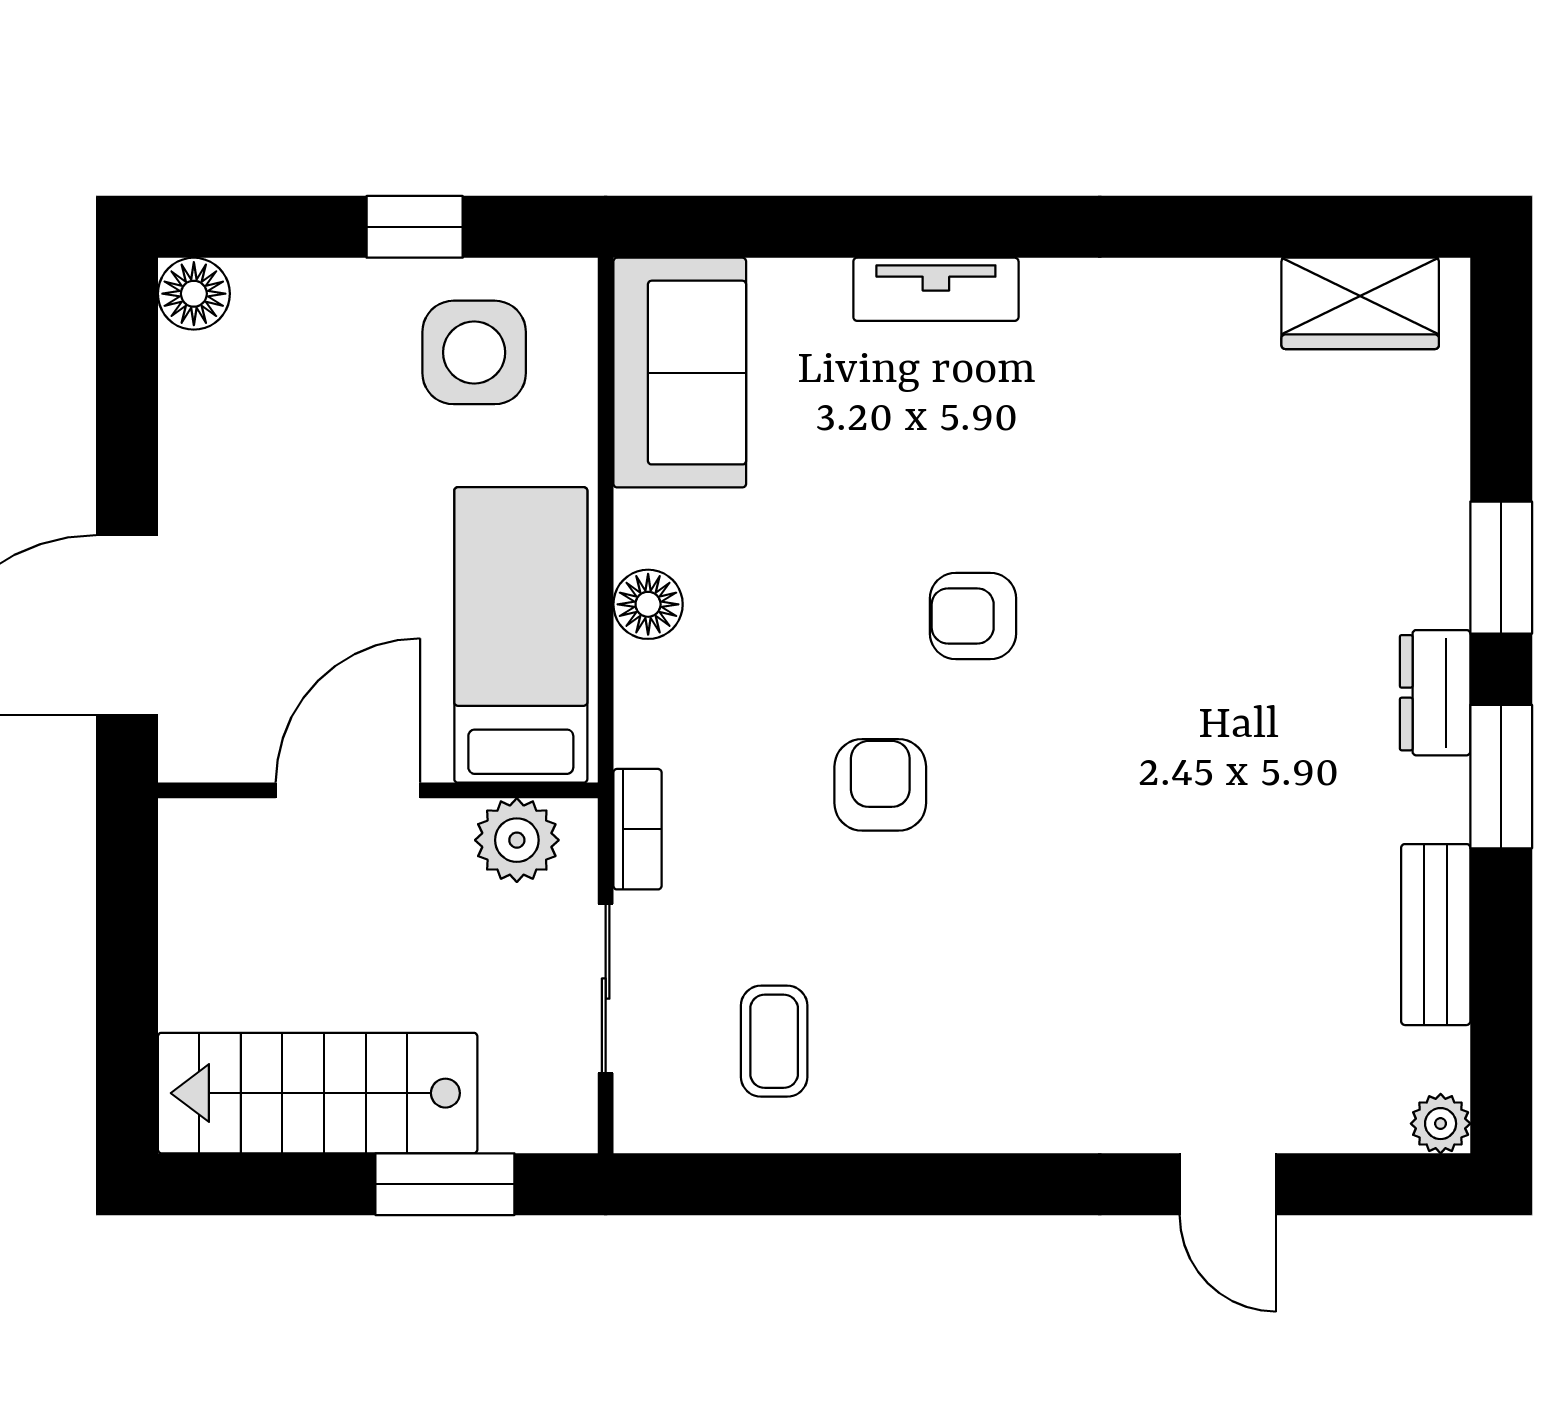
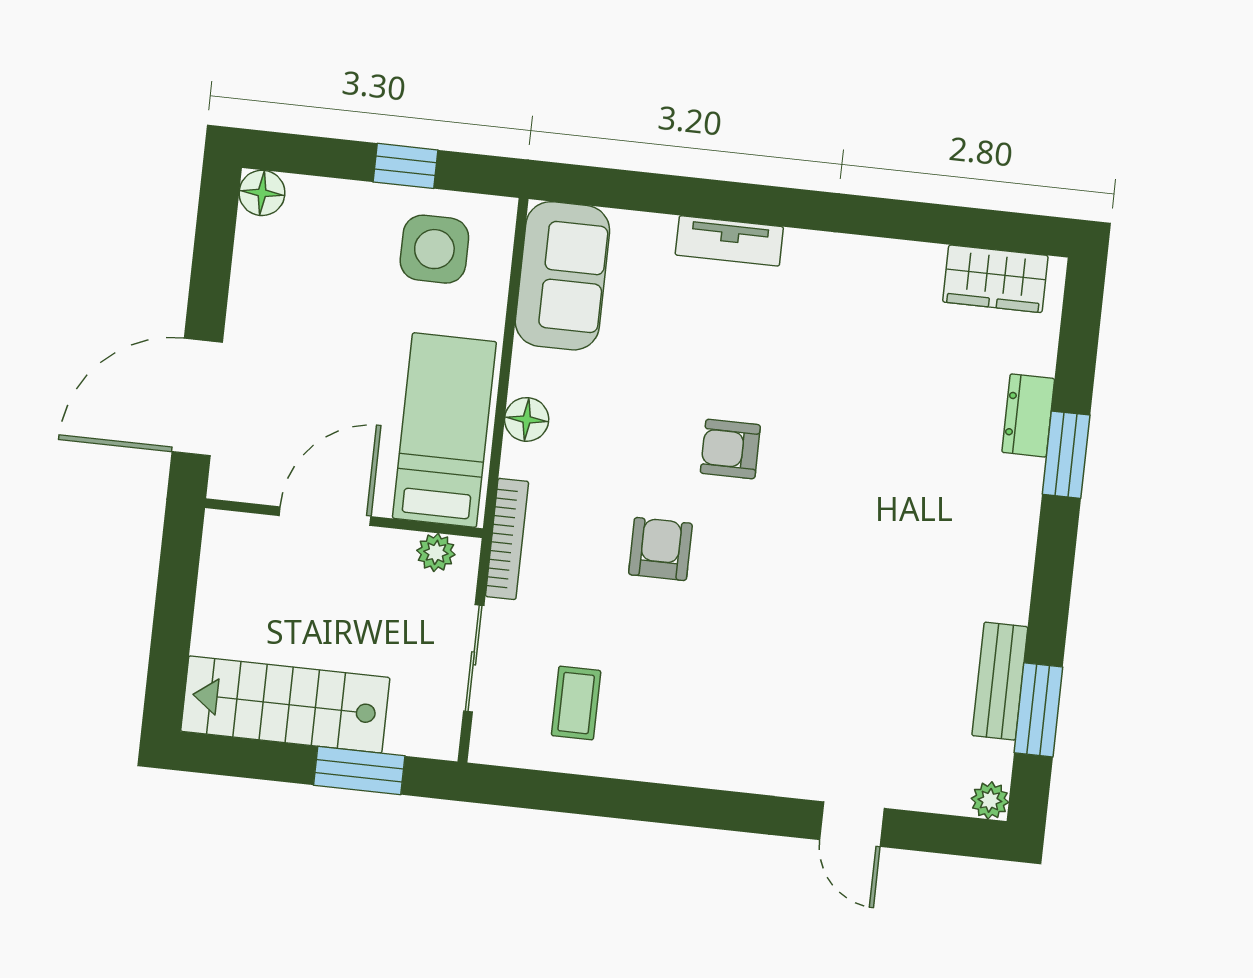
dresser: (1435, 693) -> (1028, 415), moved
window: (1501, 777) -> (1038, 710), moved
bookcase: (637, 829) -> (507, 539), width x1.56
plant: (517, 840) -> (436, 552), width x0.73, depth x0.73

